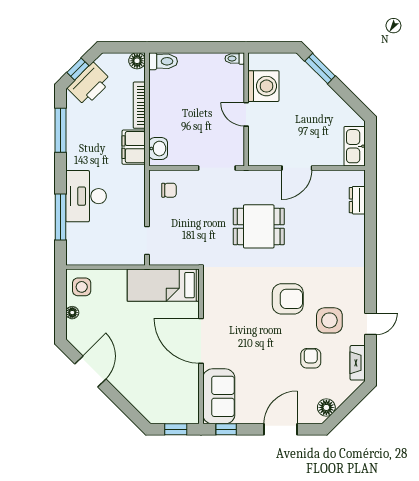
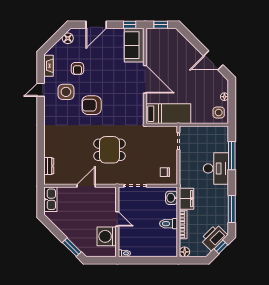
toilet: (163, 61) -> (168, 224), moved
door: (90, 372) -> (213, 60), hinge flipped

